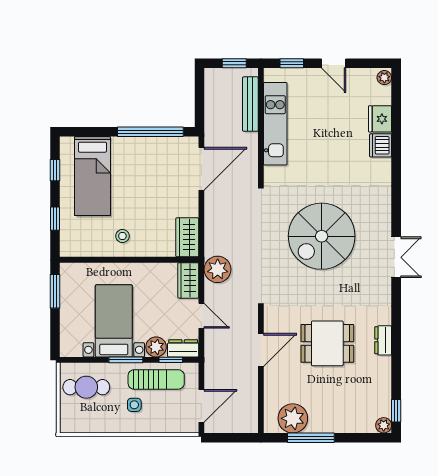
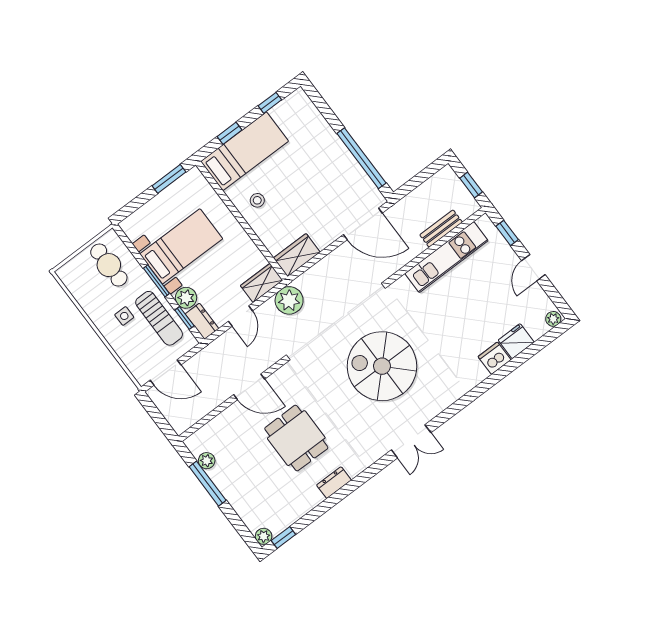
bench: (250, 104) -> (441, 229), width x0.73
bed: (92, 176) -> (245, 151), moved, turned 180
plant: (293, 418) -> (207, 461), width x0.53, depth x0.53

